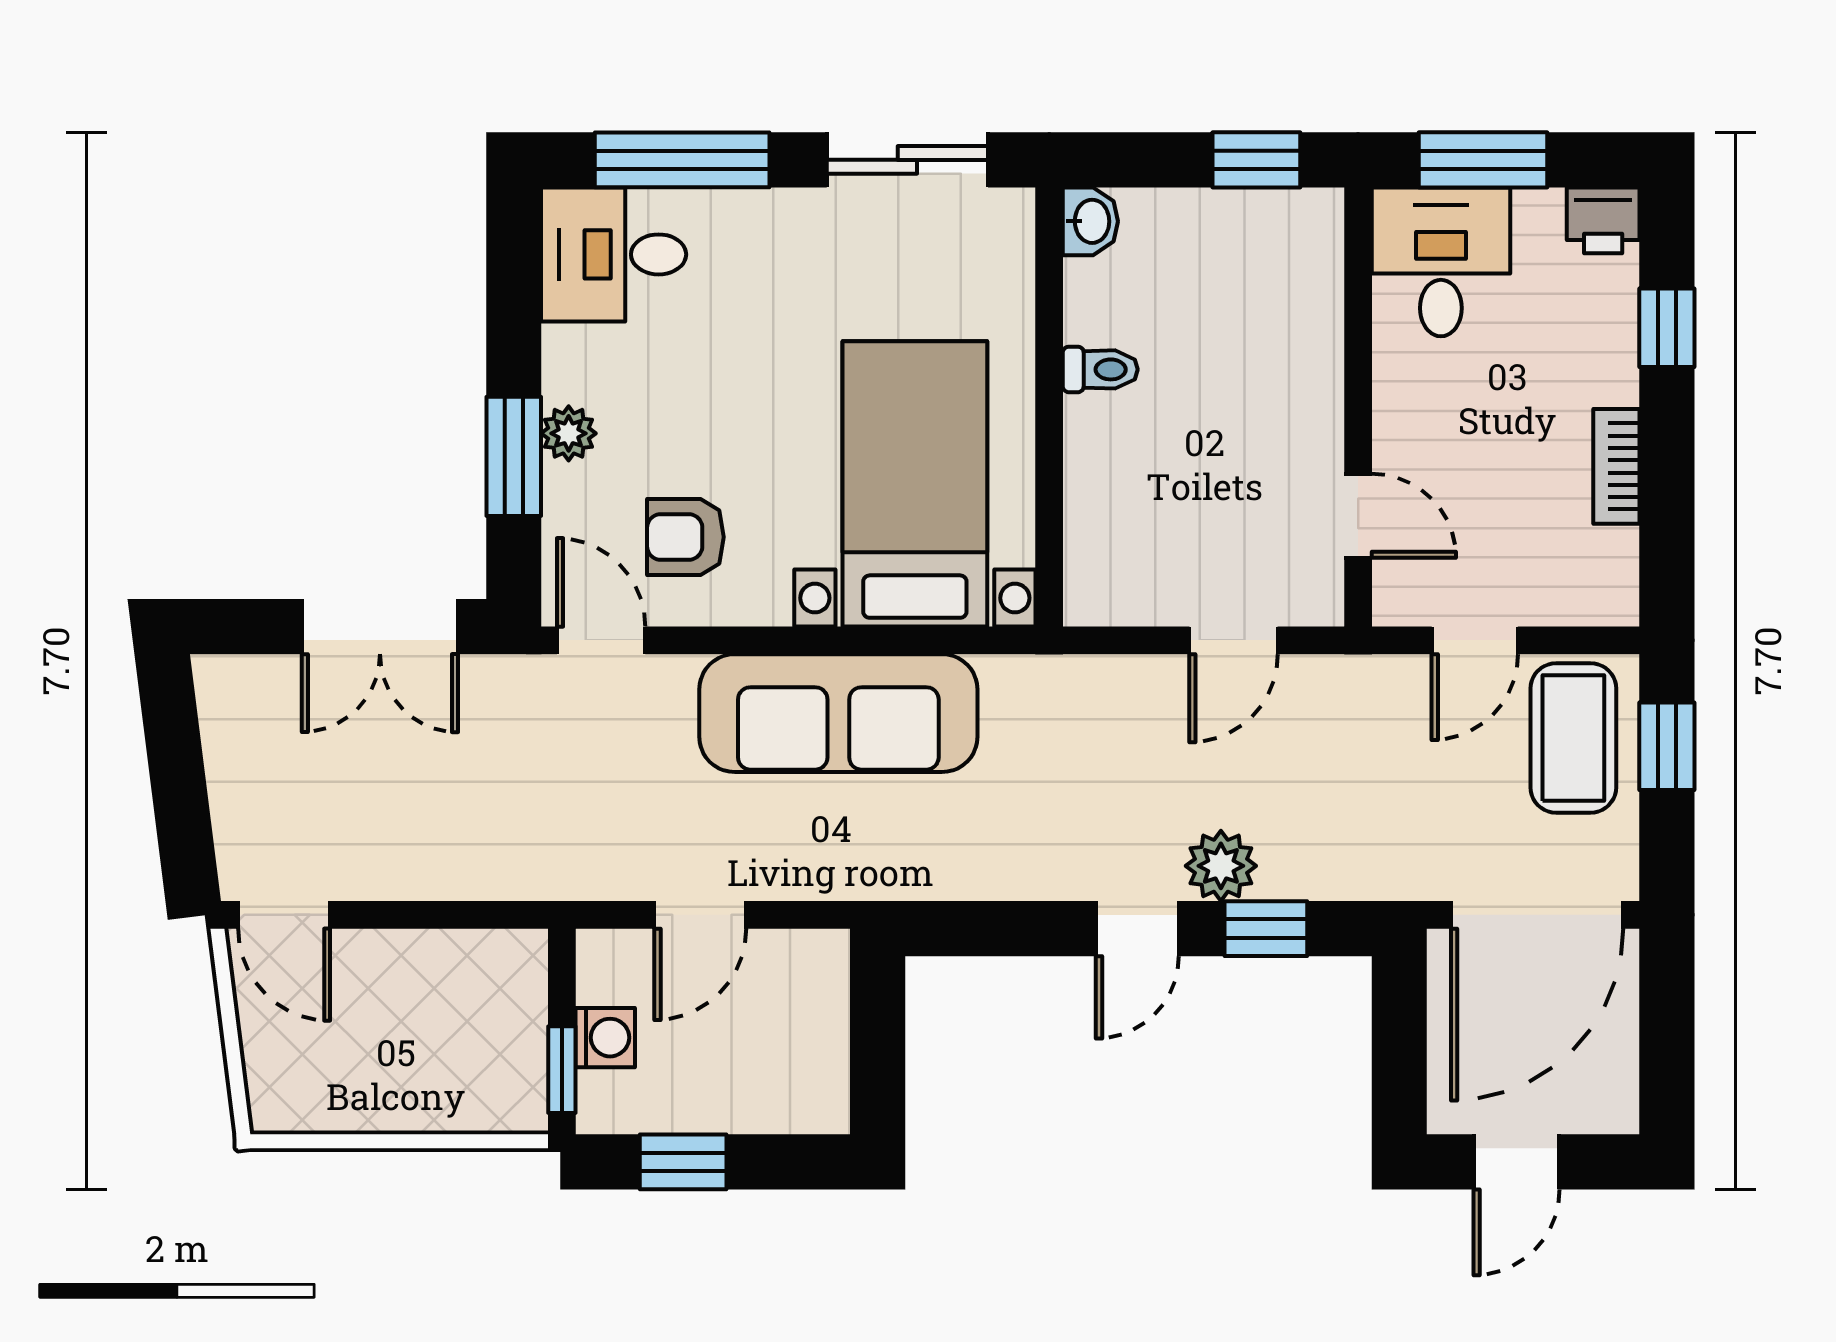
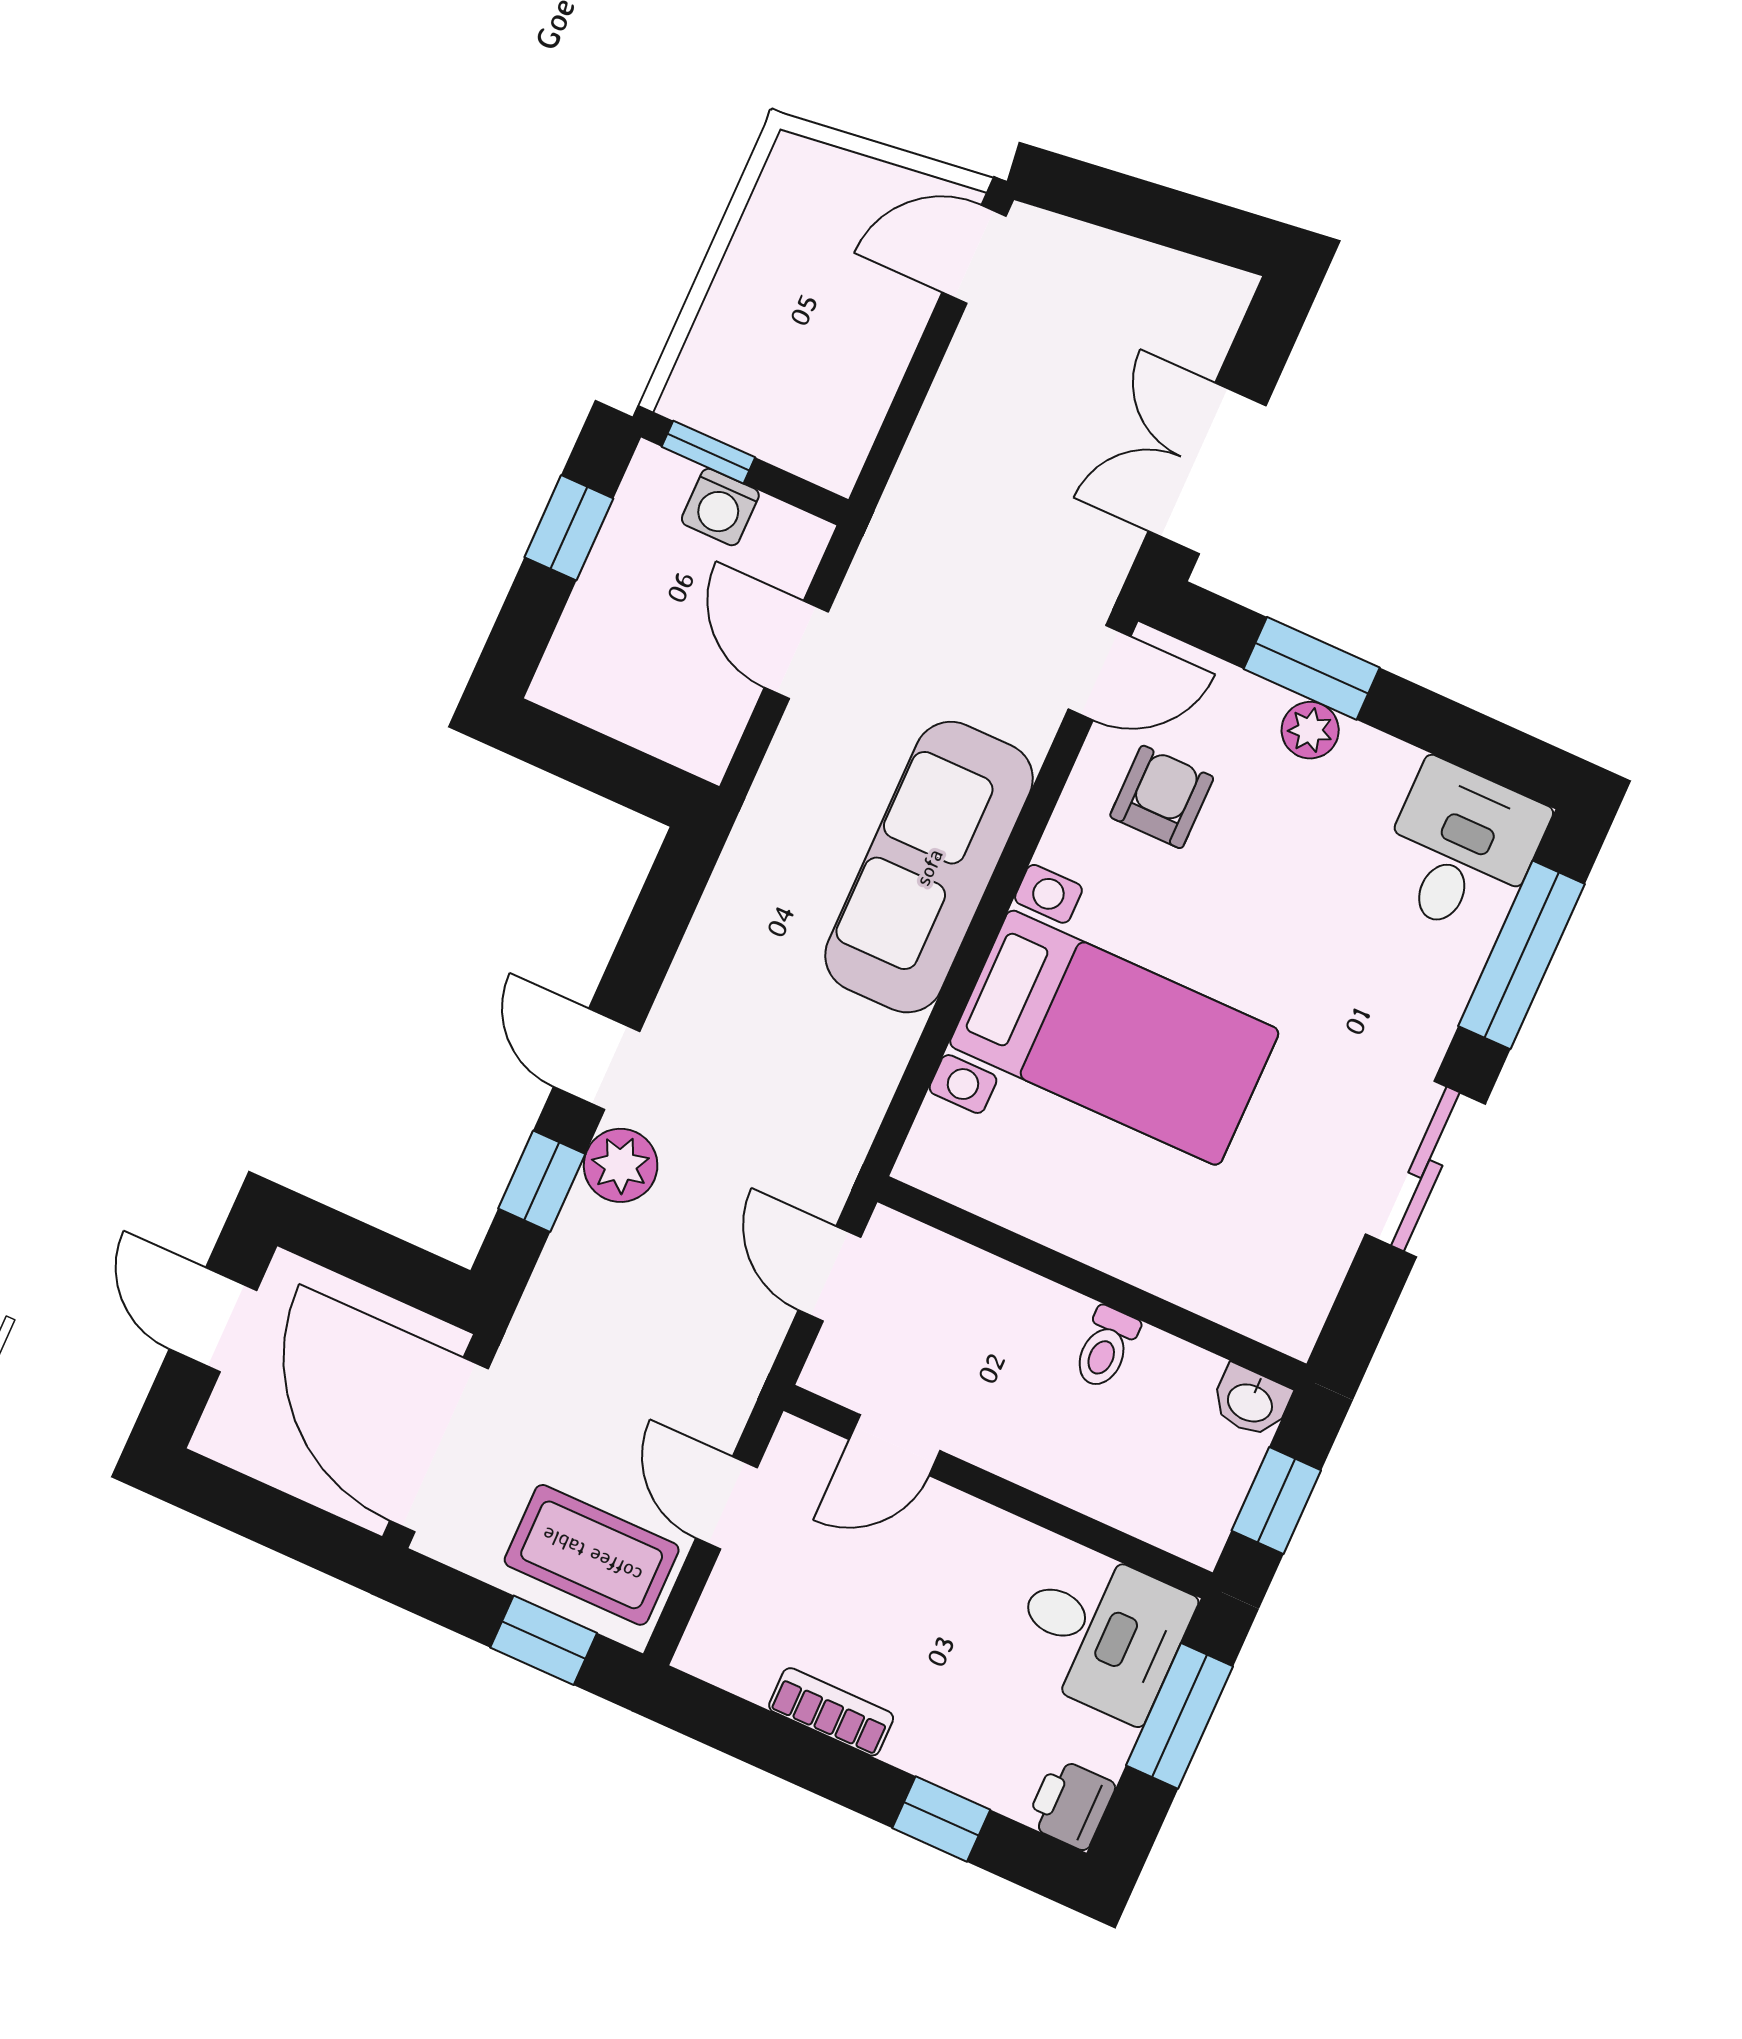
washbasin: (1090, 221) -> (1251, 1401), moved
toilet: (1100, 369) -> (1106, 1347), moved
wall: (1049, 407) -> (1092, 1283), moved

